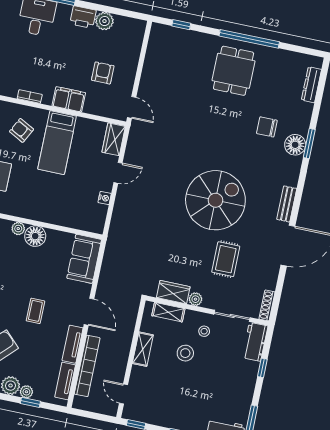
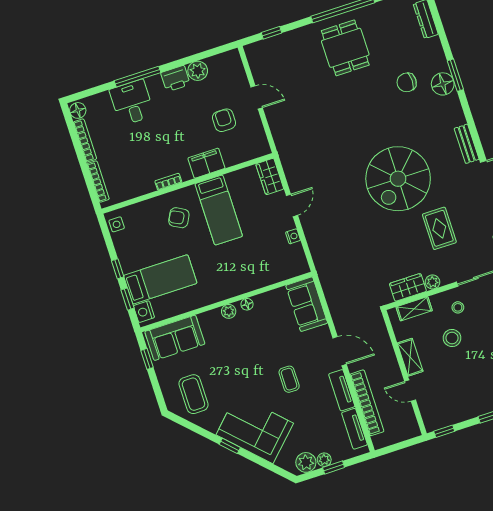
door: (132, 107) -> (257, 97), moved
spiral stairs: (215, 200) -> (398, 179), turned 180
floor lamp: (35, 236) -> (247, 304), width x0.53, depth x0.53
door: (124, 394) -> (410, 391), moved

